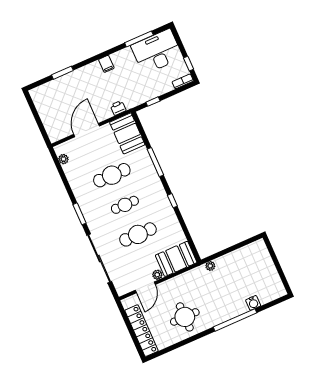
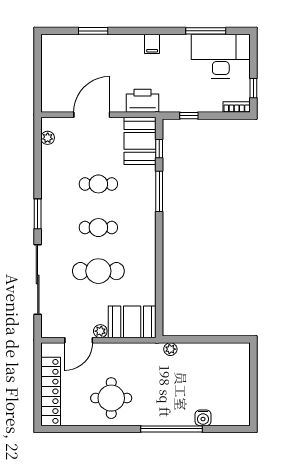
printer: (118, 108) -> (143, 101), width x1.87, depth x1.48
cafe table: (112, 175) -> (98, 184), width x0.73, depth x0.74
window: (172, 201) -> (159, 149), moved

